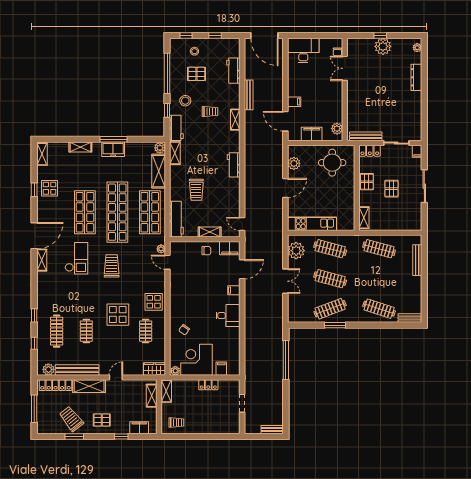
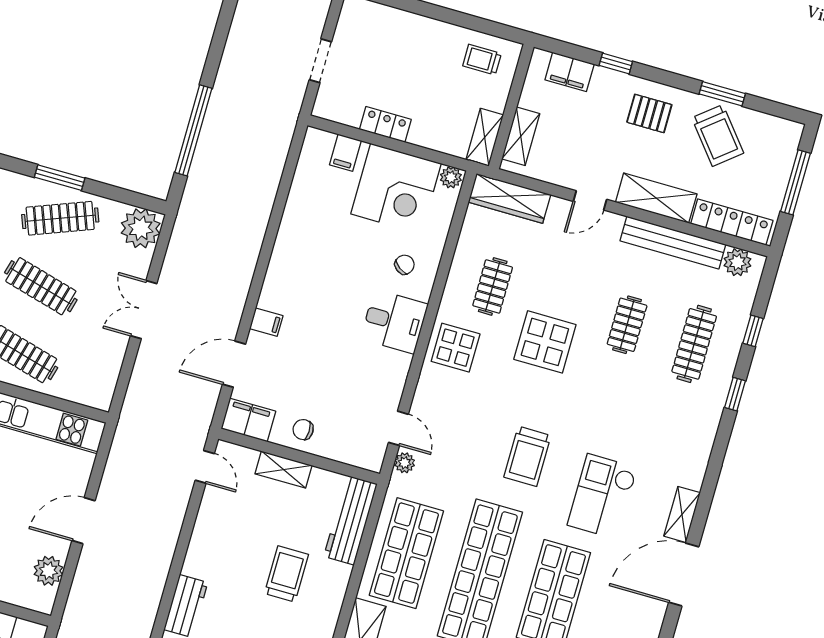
plant: (296, 251) -> (141, 228), moved
desk: (228, 316) -> (394, 322), moved, turned 180
wardrobe: (154, 369) -> (509, 198), width x1.50

